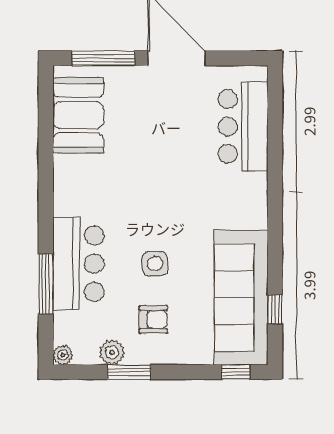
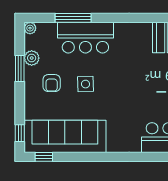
window: (275, 309) -> (44, 157), moved

